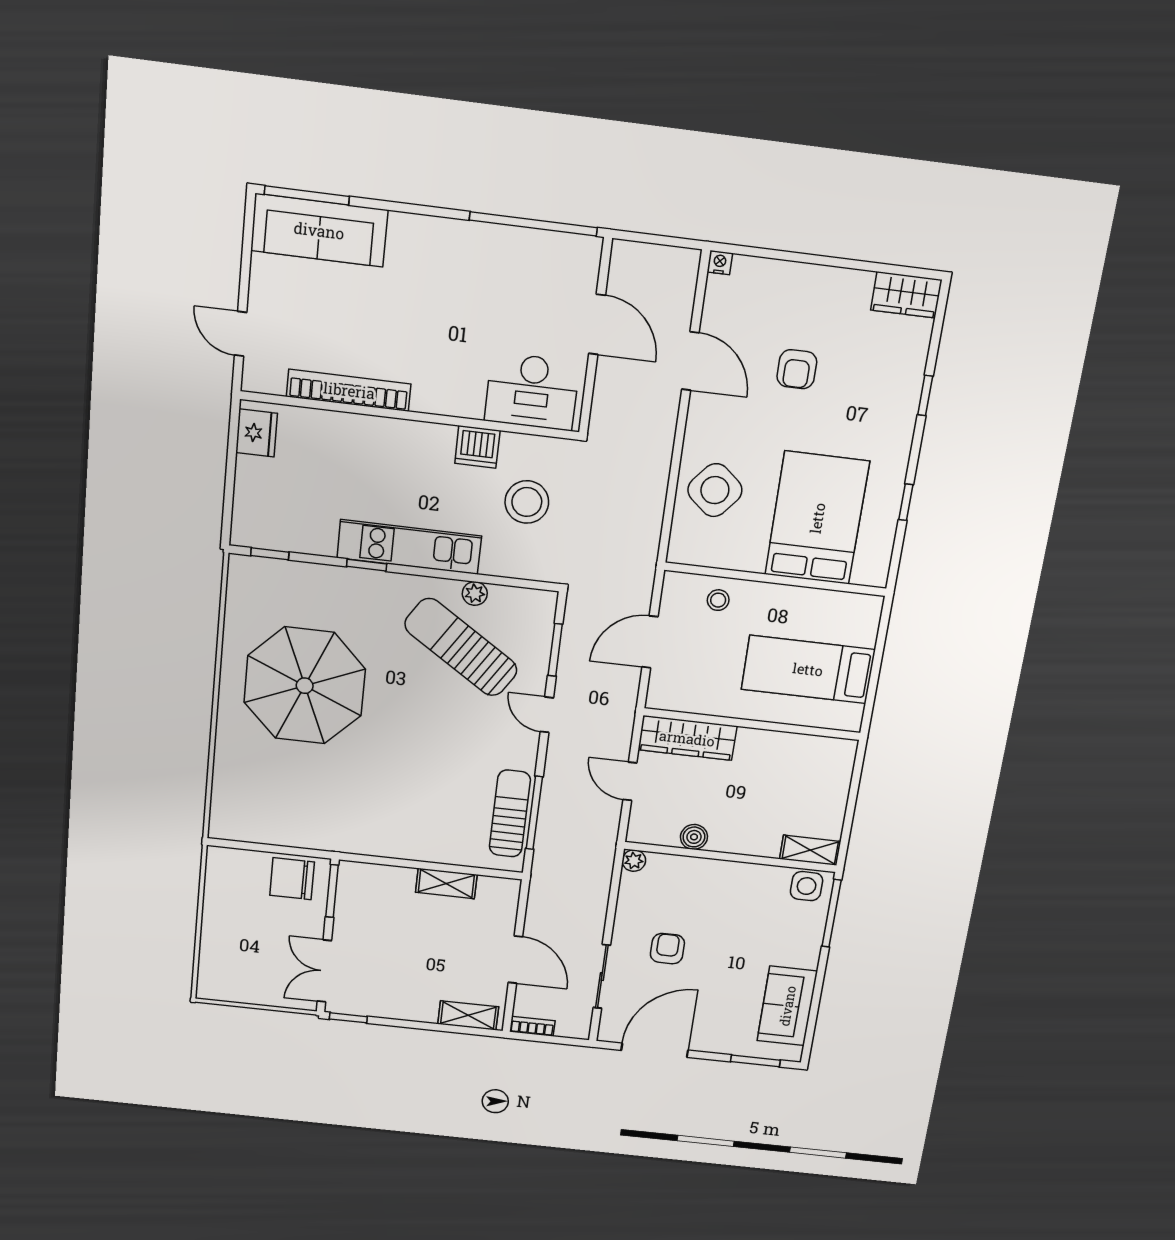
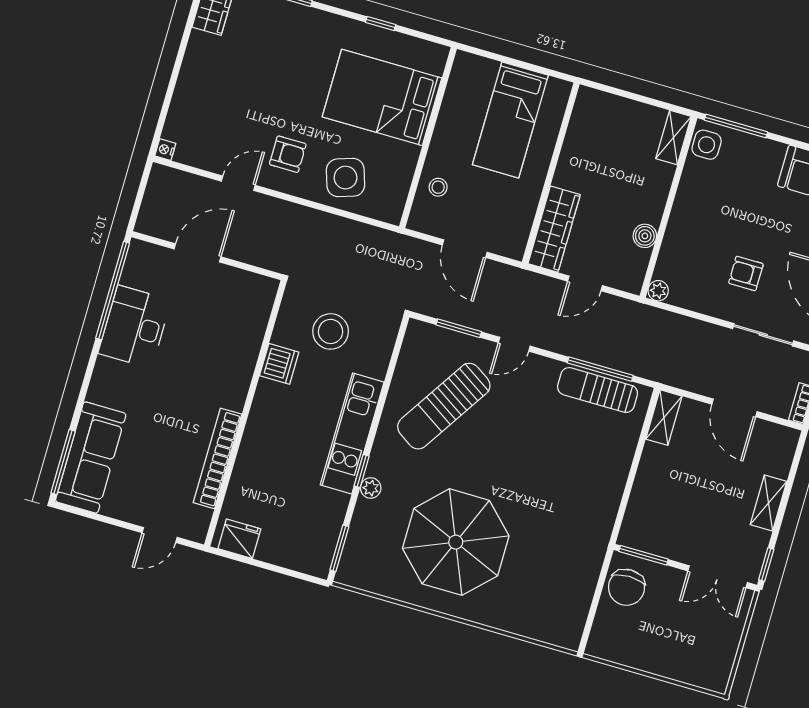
door: (690, 361) -> (238, 183), width x0.73
armchair: (797, 369) -> (288, 154), moved
desk: (532, 391) -> (135, 327), moved, turned 180
side table: (715, 490) -> (346, 178), turned 32
window: (270, 554) -> (339, 548), width x1.50
plant: (475, 594) -> (371, 488), moved
shelving: (446, 883) -> (664, 418), moved
door: (515, 960) -> (734, 408), swing flipped
shelving: (468, 1015) -> (768, 503), moved

